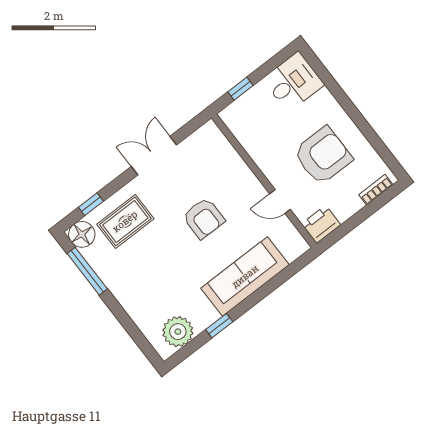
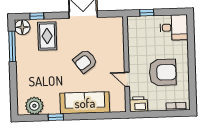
armchair: (204, 218) -> (85, 61), turned 54
rug: (125, 221) -> (47, 36), turned 90

